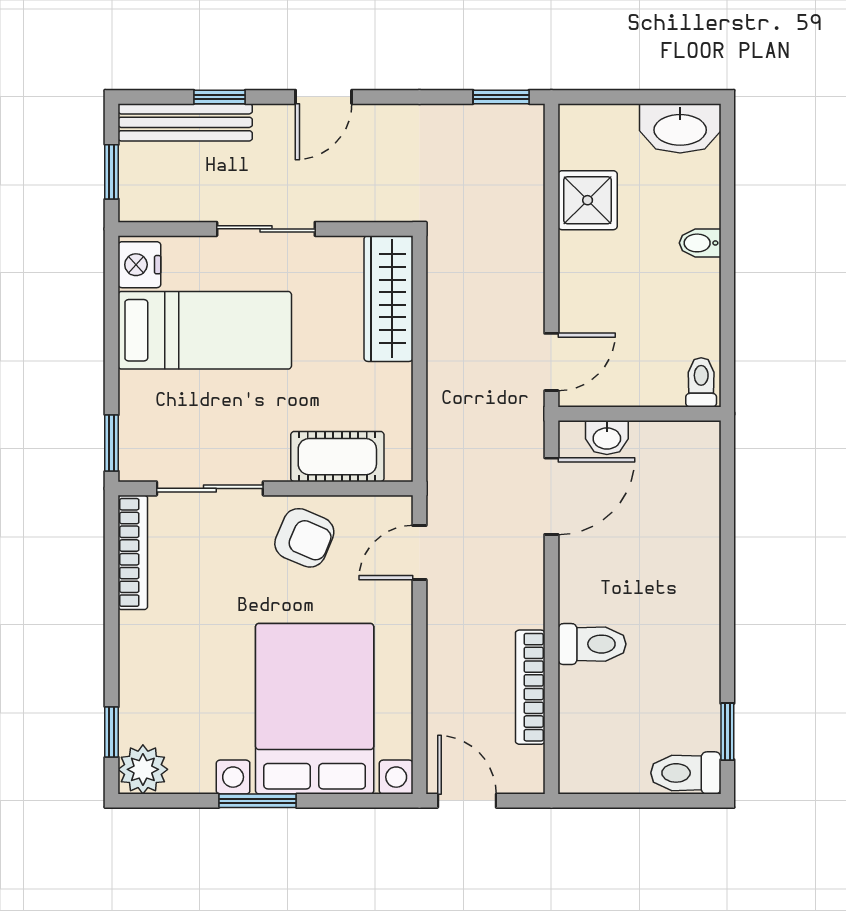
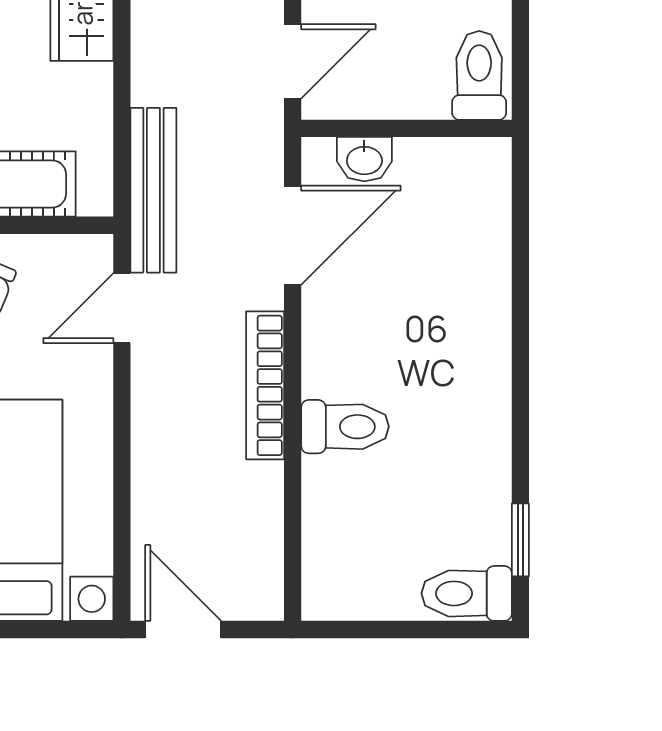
toilet: (701, 382) -> (479, 75), width x1.37, depth x1.39
bench: (444, 461) -> (153, 190), added
bookcase: (530, 687) -> (265, 385), moved

